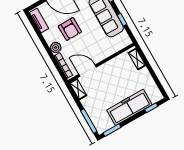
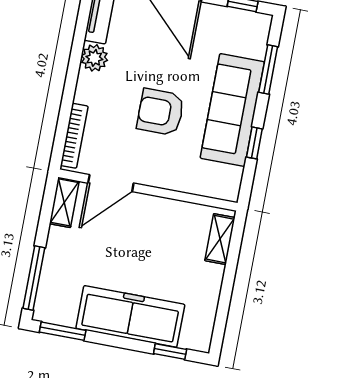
armchair: (70, 29) -> (160, 112), moved, turned 91
plant: (56, 47) -> (94, 58), moved
door: (88, 71) -> (111, 183), swing flipped

